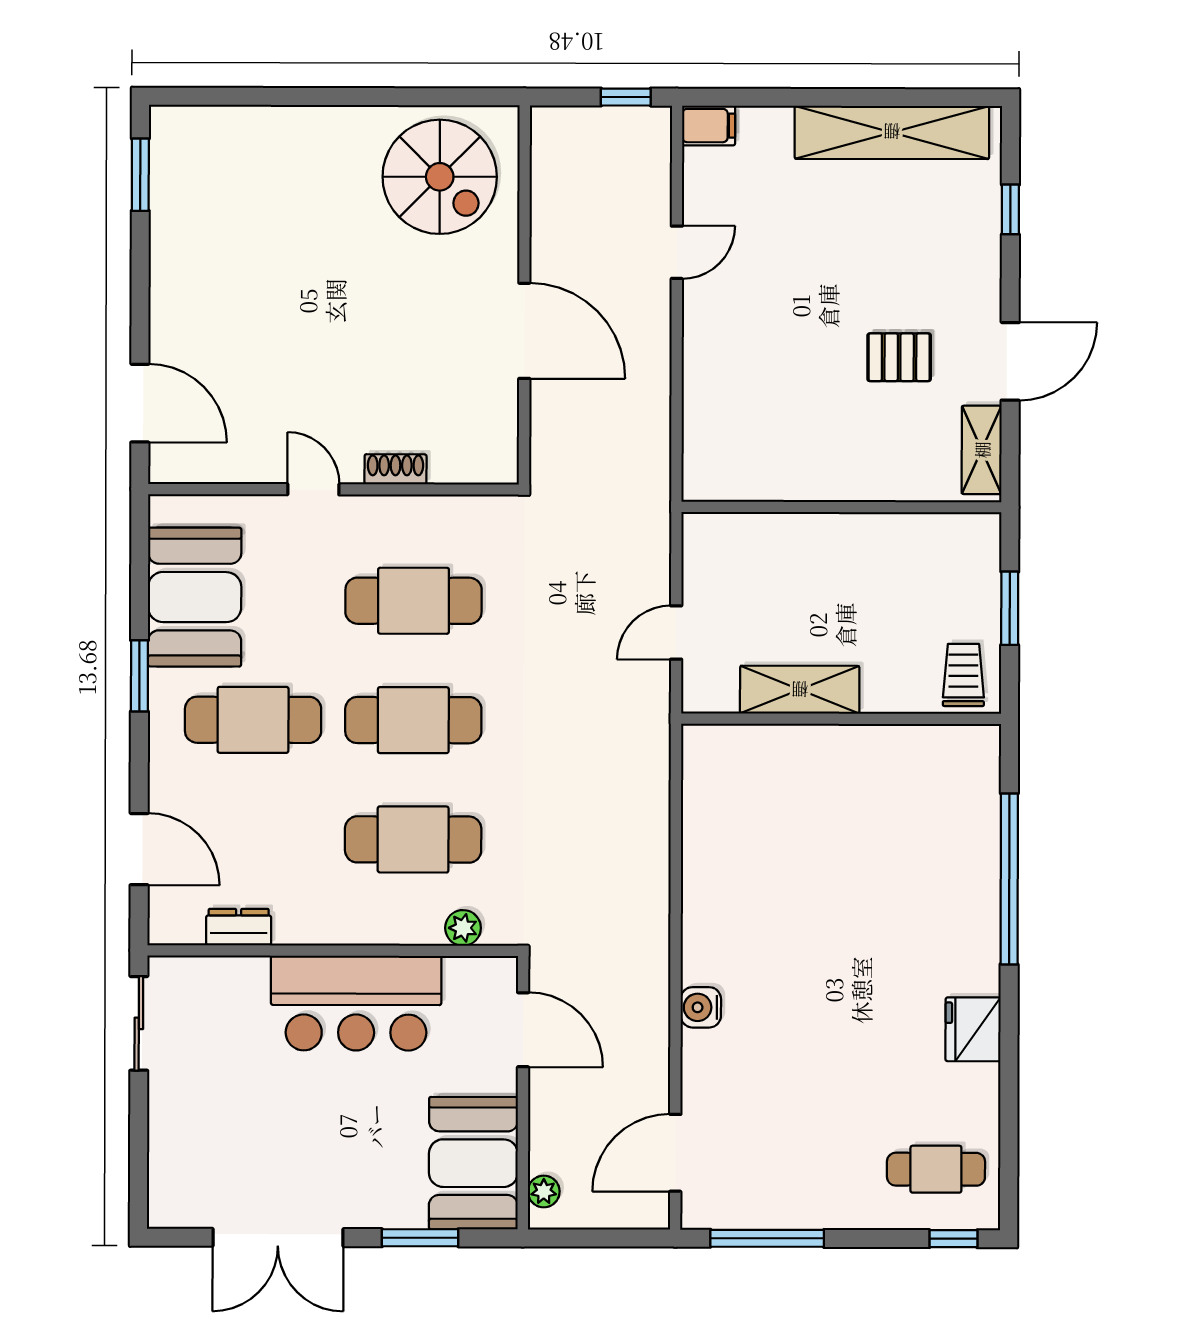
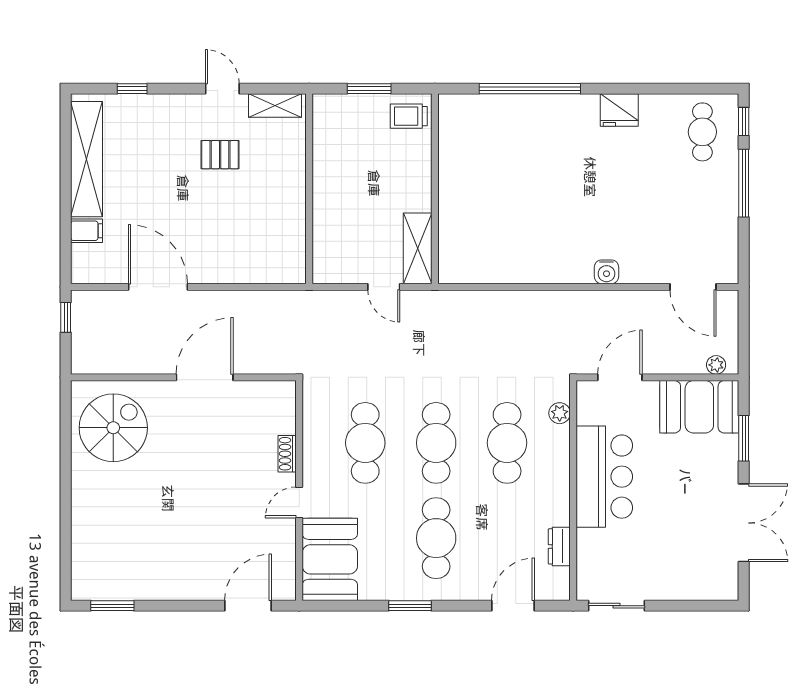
filing cabinet: (709, 126) -> (86, 231), moved, turned 90
door: (677, 252) -> (158, 287), width x1.88
pallet: (899, 357) -> (220, 155), turned 90
door: (1010, 361) -> (222, 89), width x0.73
booth: (195, 597) -> (330, 559), moved, turned 90
shelving: (800, 690) -> (418, 248), moved
window: (767, 1238) -> (744, 183), moved

